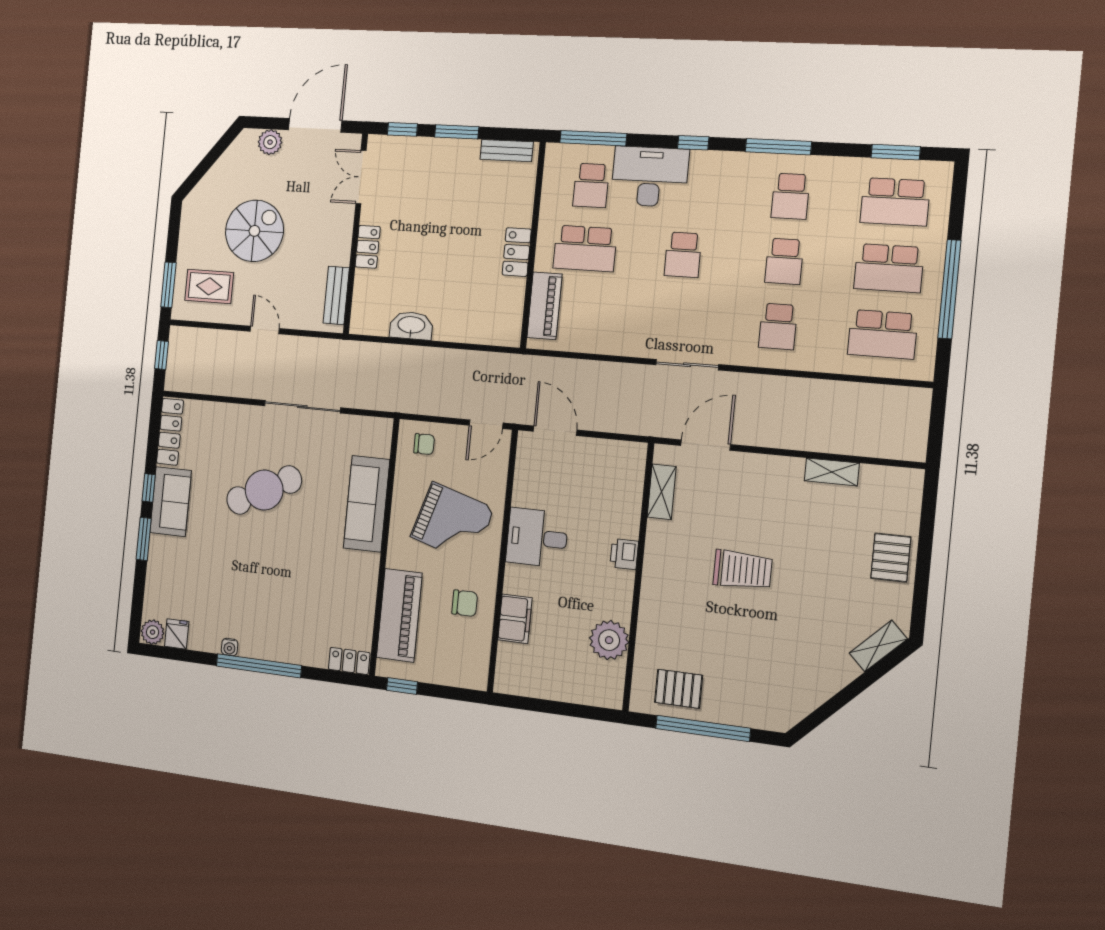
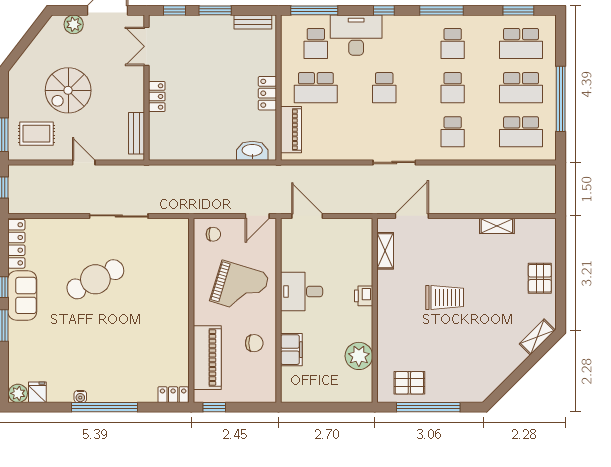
spiral stairs: (254, 231) -> (68, 90), turned 180
washbasin: (411, 326) -> (252, 151), moved
sofa: (367, 504) -> (175, 281), removed

